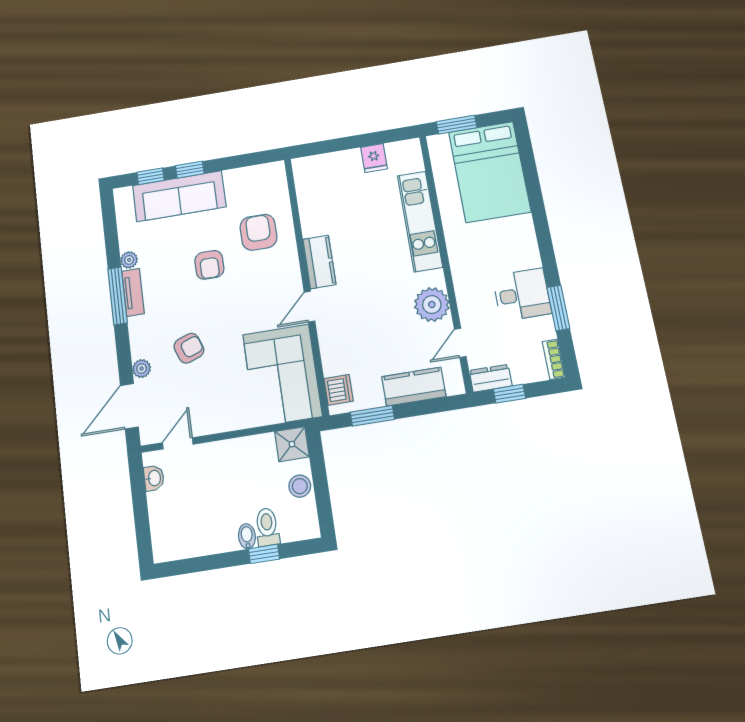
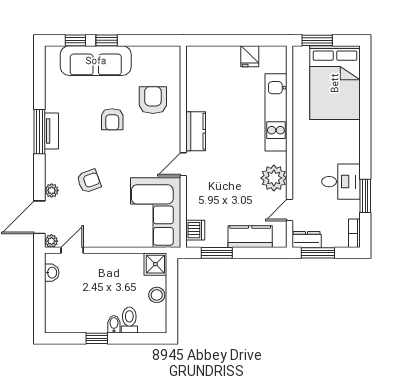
plant: (129, 260) -> (51, 241), moved
window: (509, 394) -> (318, 253), width x1.50
window: (264, 554) -> (97, 338), moved

